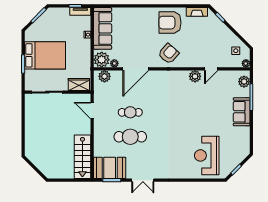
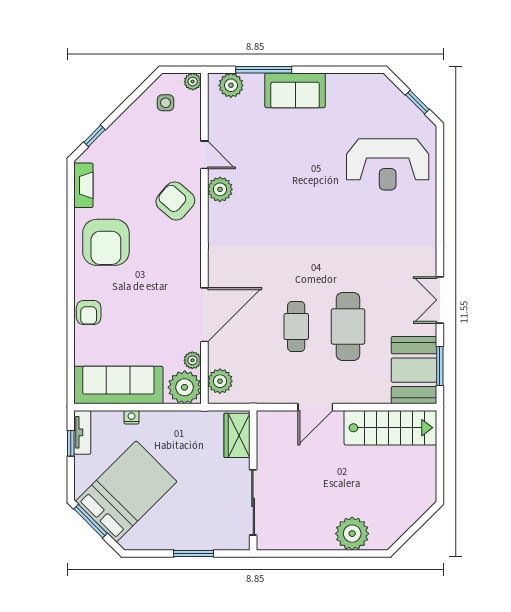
armchair: (137, 14) -> (89, 313), added
armchair: (169, 54) -> (175, 201), moved
bed: (45, 55) -> (126, 491), moved, turned 45
door: (136, 69) -> (204, 315), hinge flipped
door: (92, 111) -> (315, 407), moved
plant: (33, 139) -> (352, 534), added
double door: (143, 180) -> (440, 300), swing flipped

